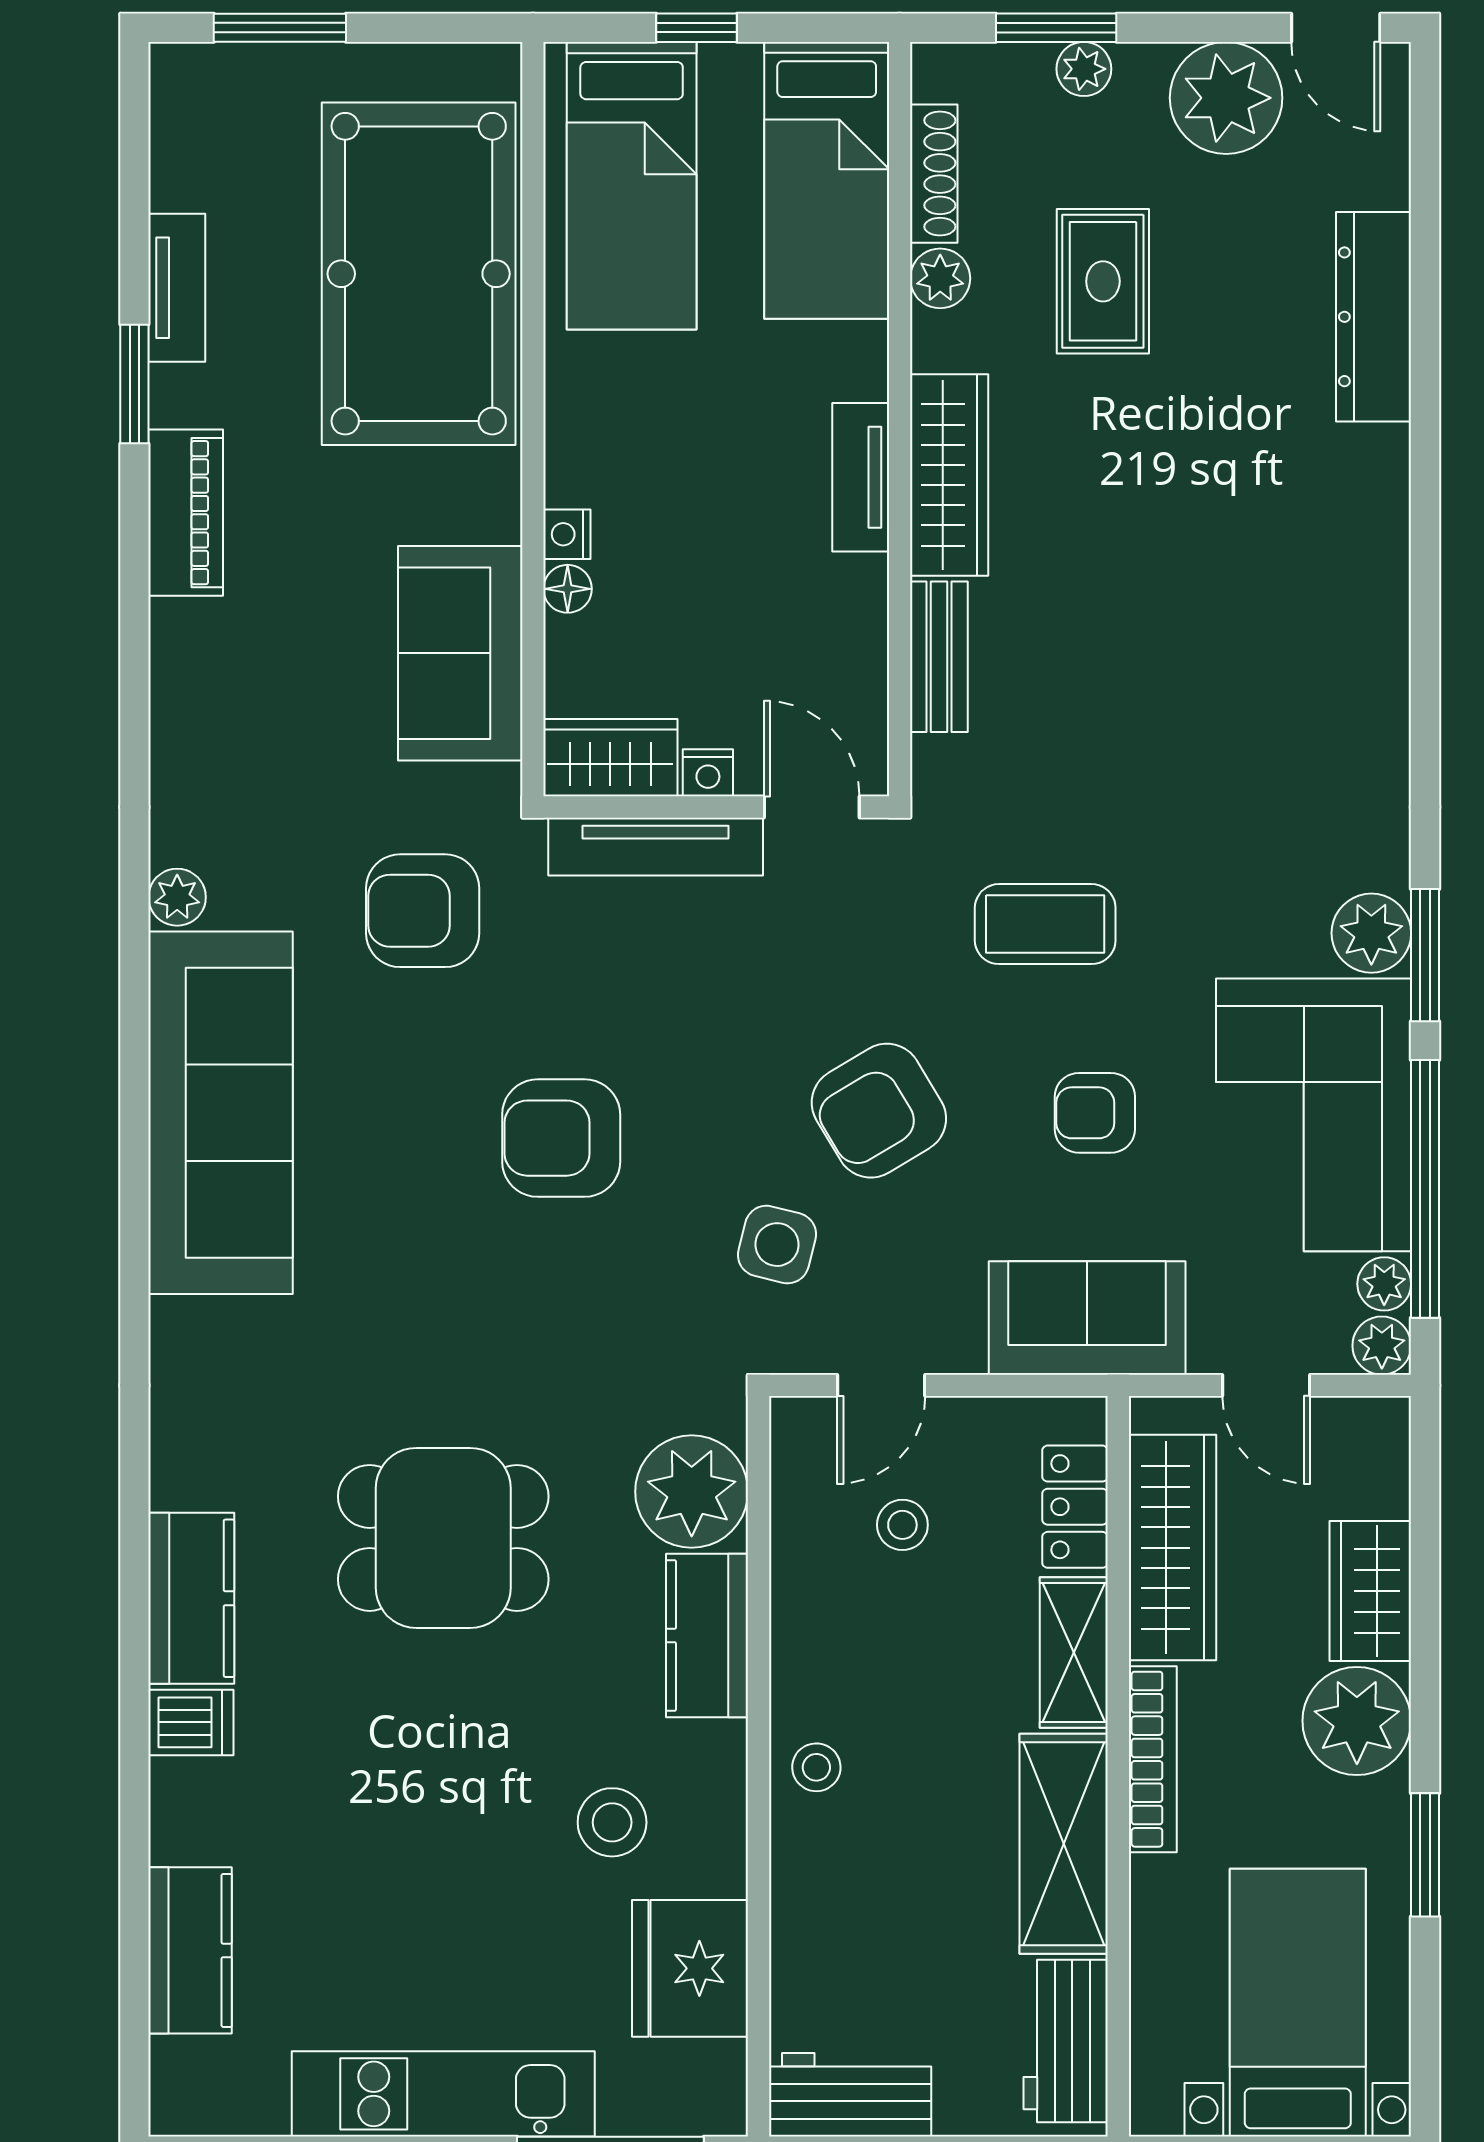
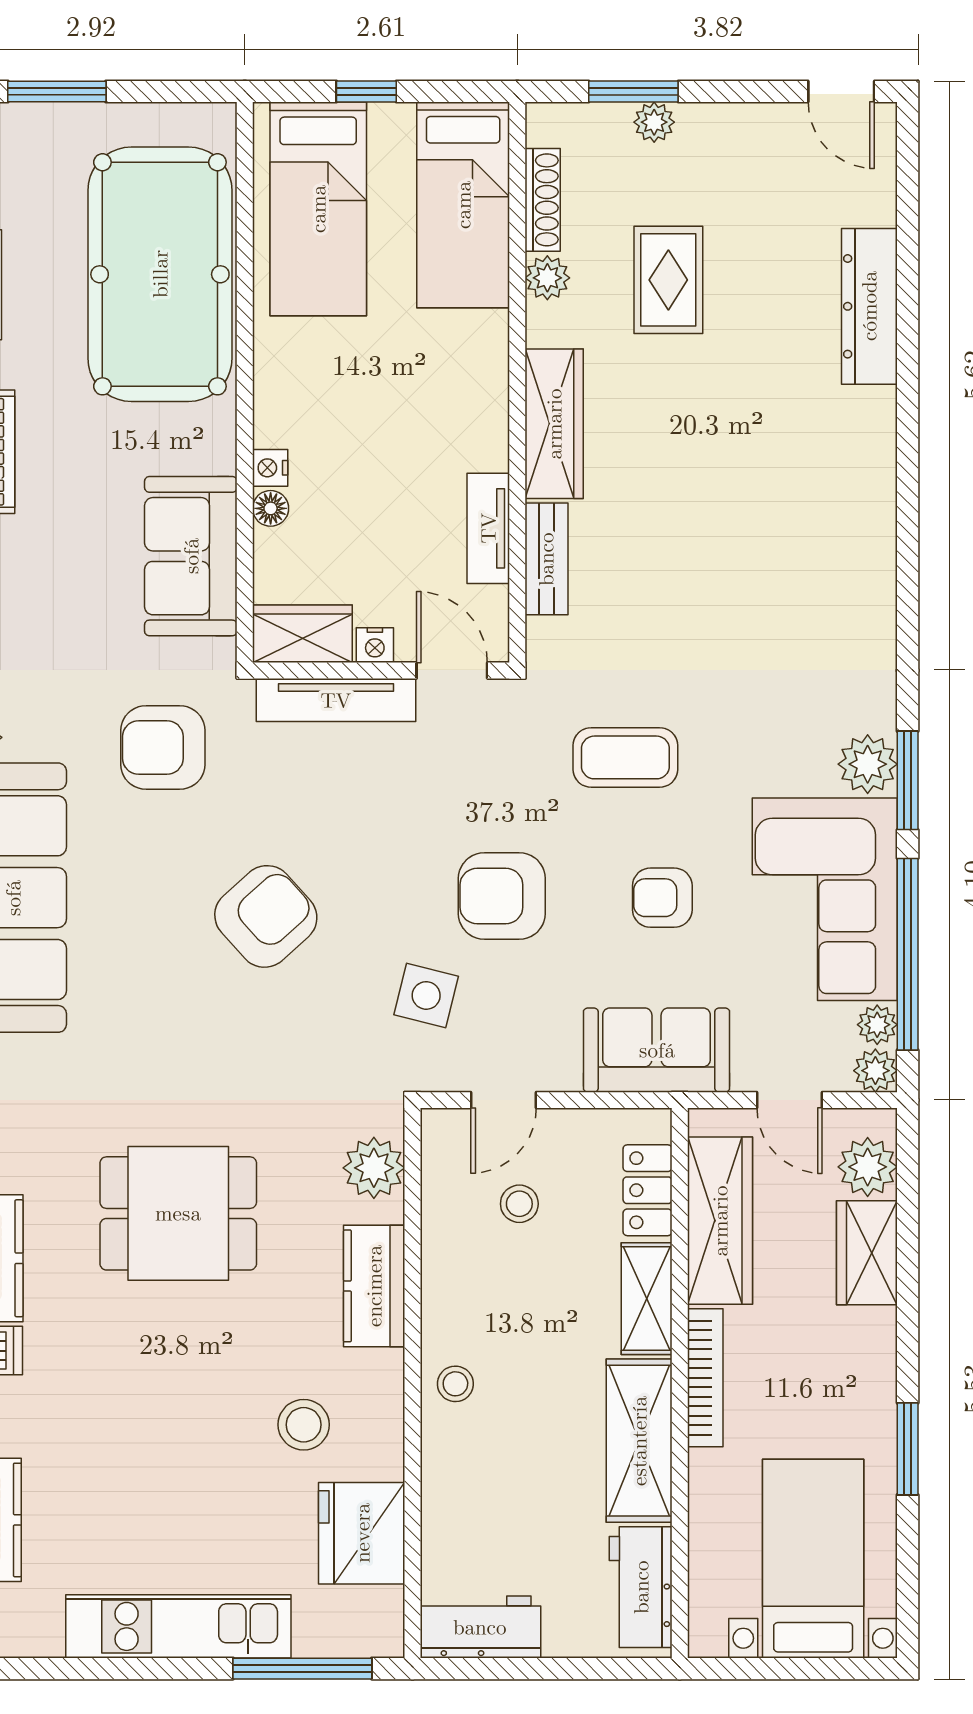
plant: (1226, 98) -> (760, 144), removed
tv unit: (861, 477) -> (488, 528), moved
armchair: (879, 1111) -> (502, 896), turned 31
armchair: (561, 1138) -> (266, 916), turned 138
plant: (692, 1492) -> (374, 1168), width x0.73, depth x0.73
plant: (1357, 1721) -> (868, 1167), moved, width x0.73, depth x0.73

